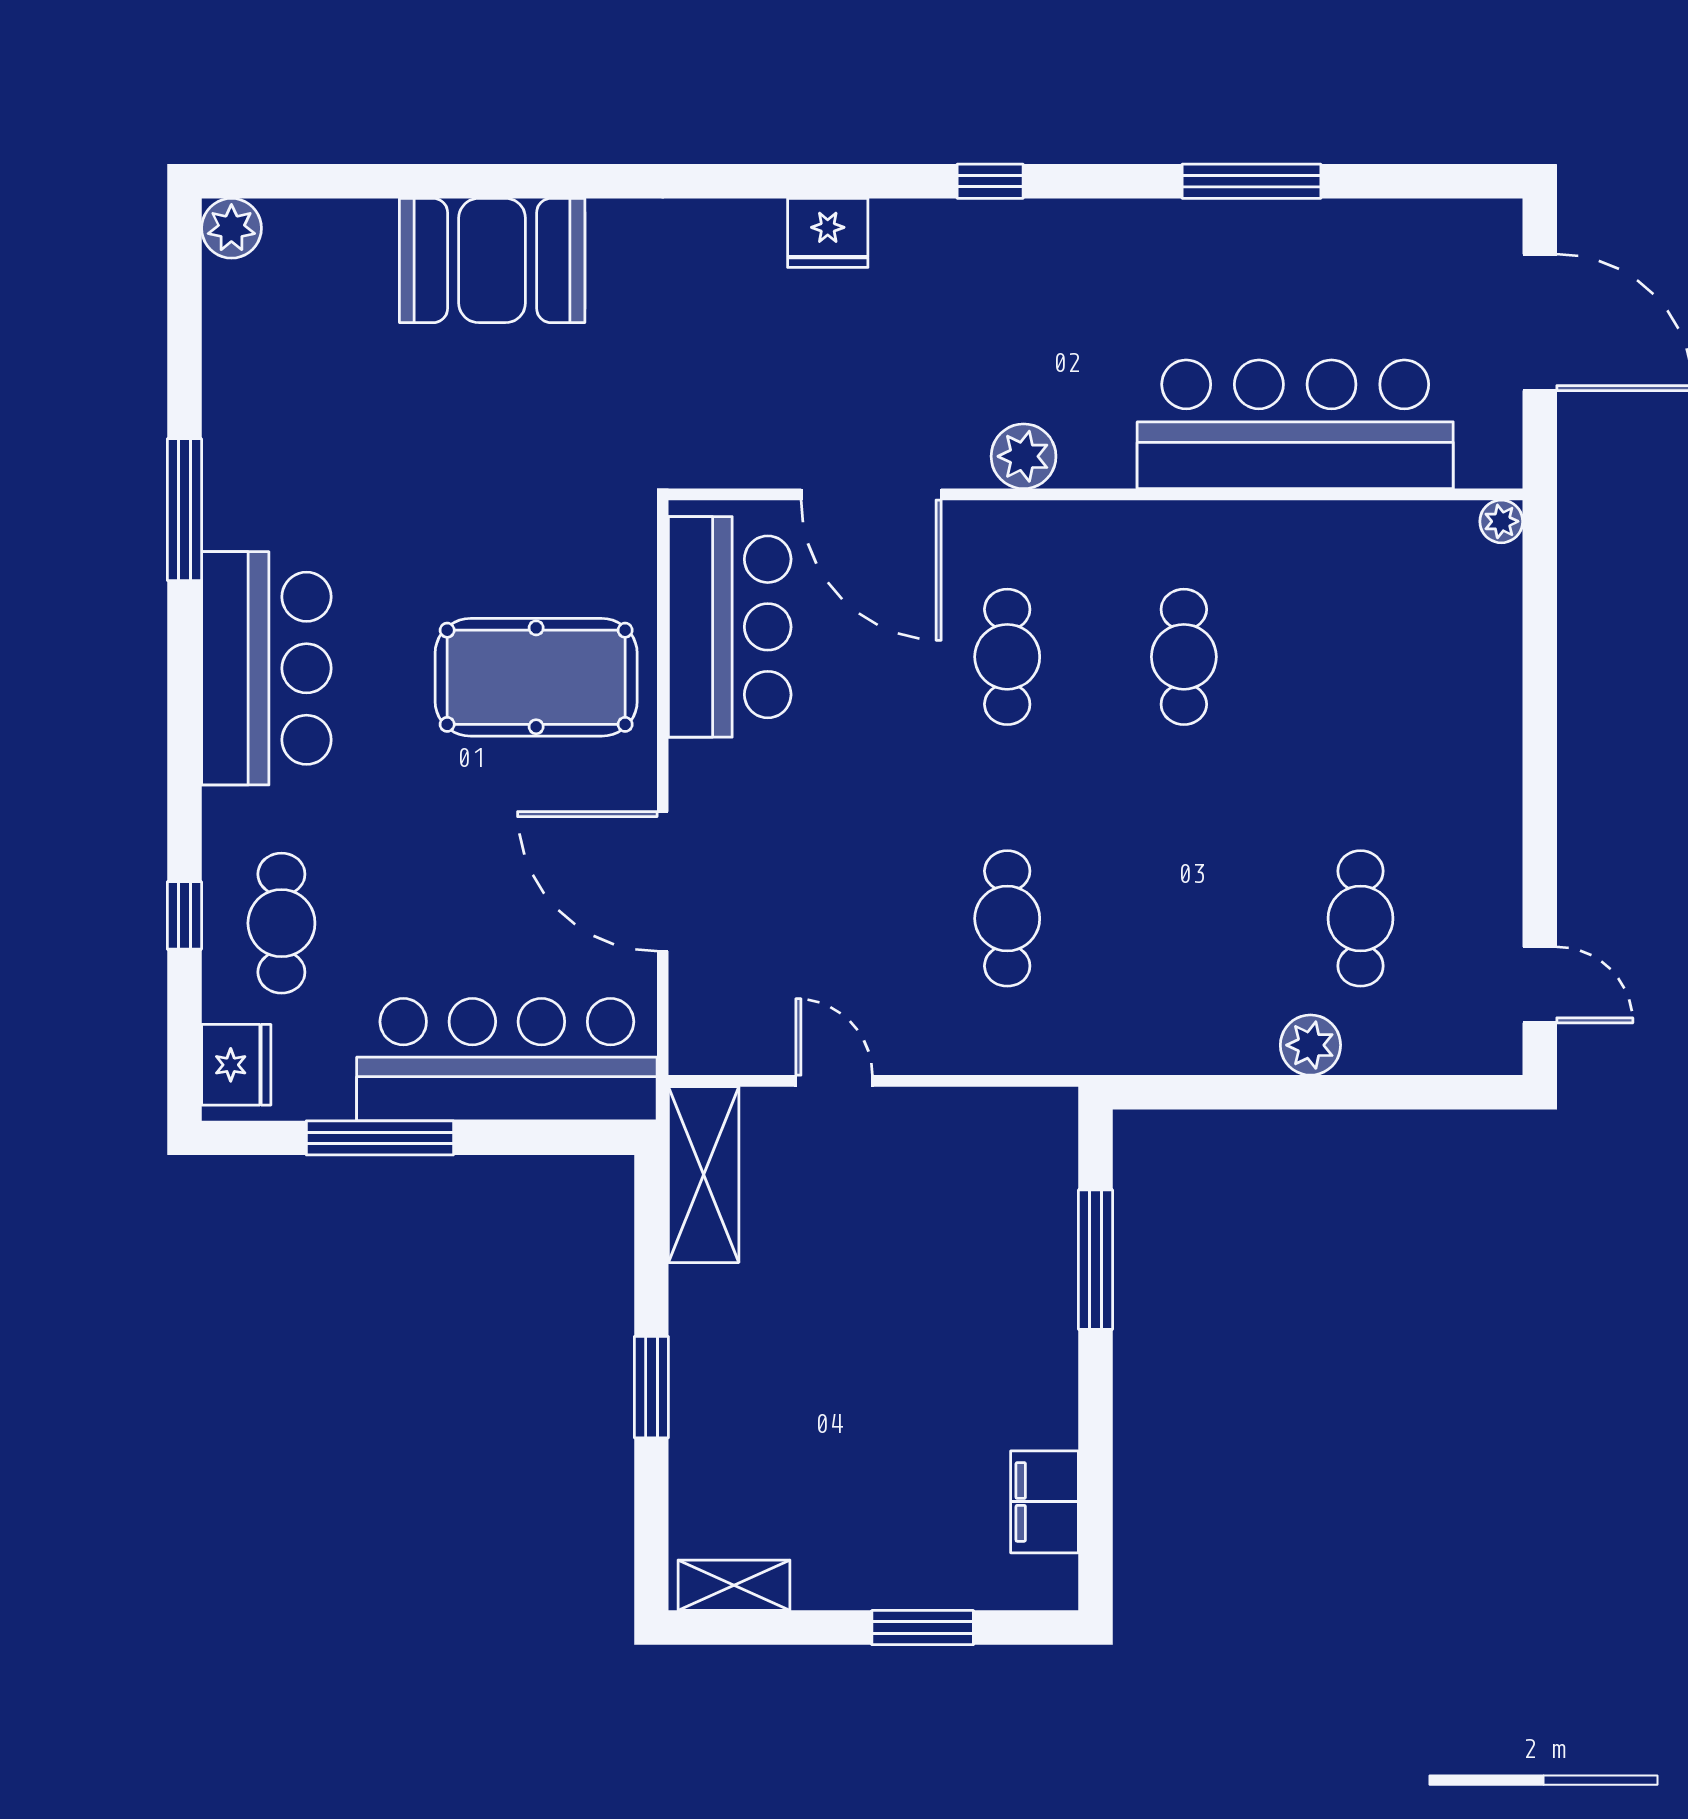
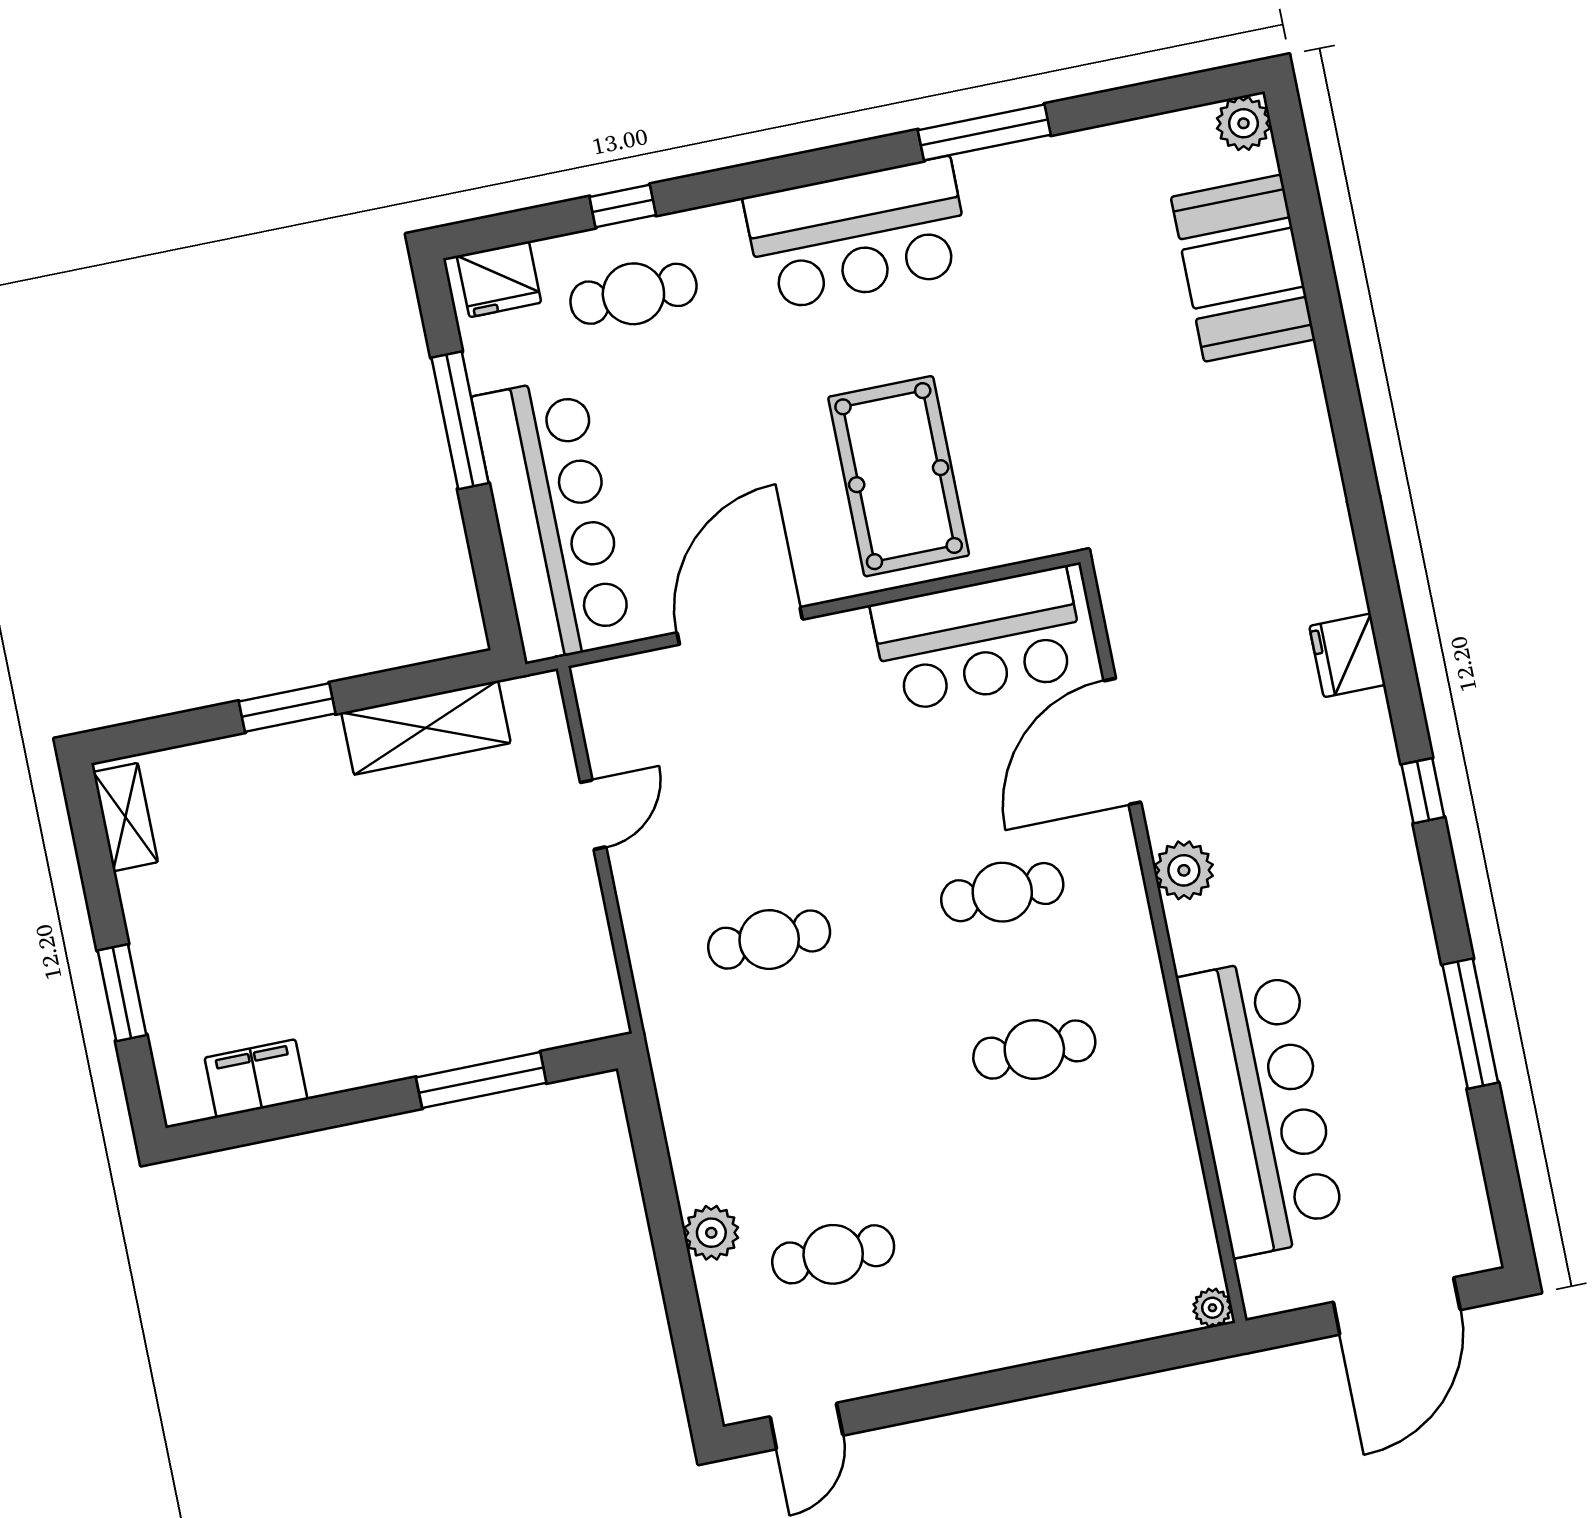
booth: (492, 261) -> (1243, 268), moved
shelving: (704, 1175) -> (426, 728), moved

